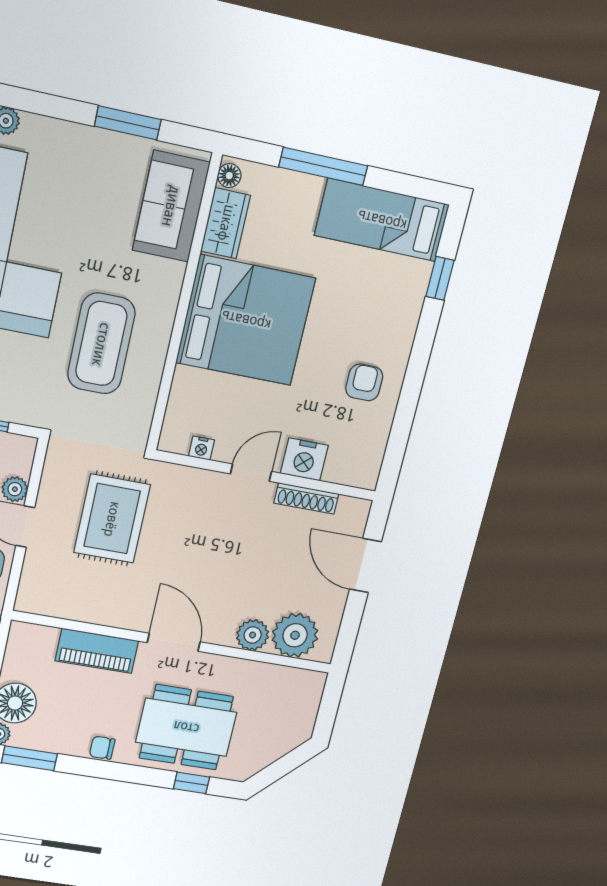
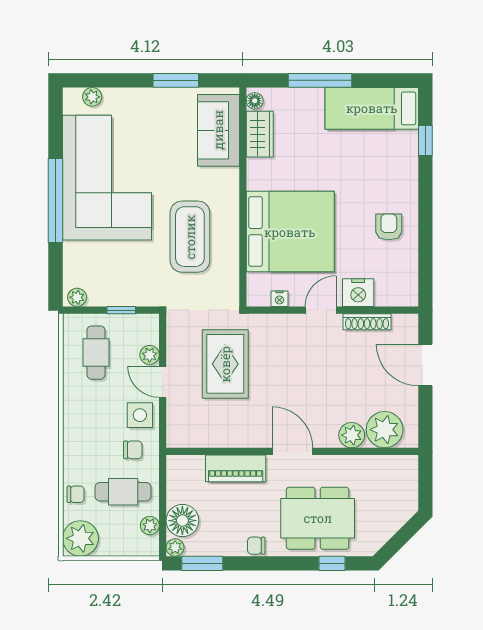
bed: (246, 320) -> (290, 232), moved

